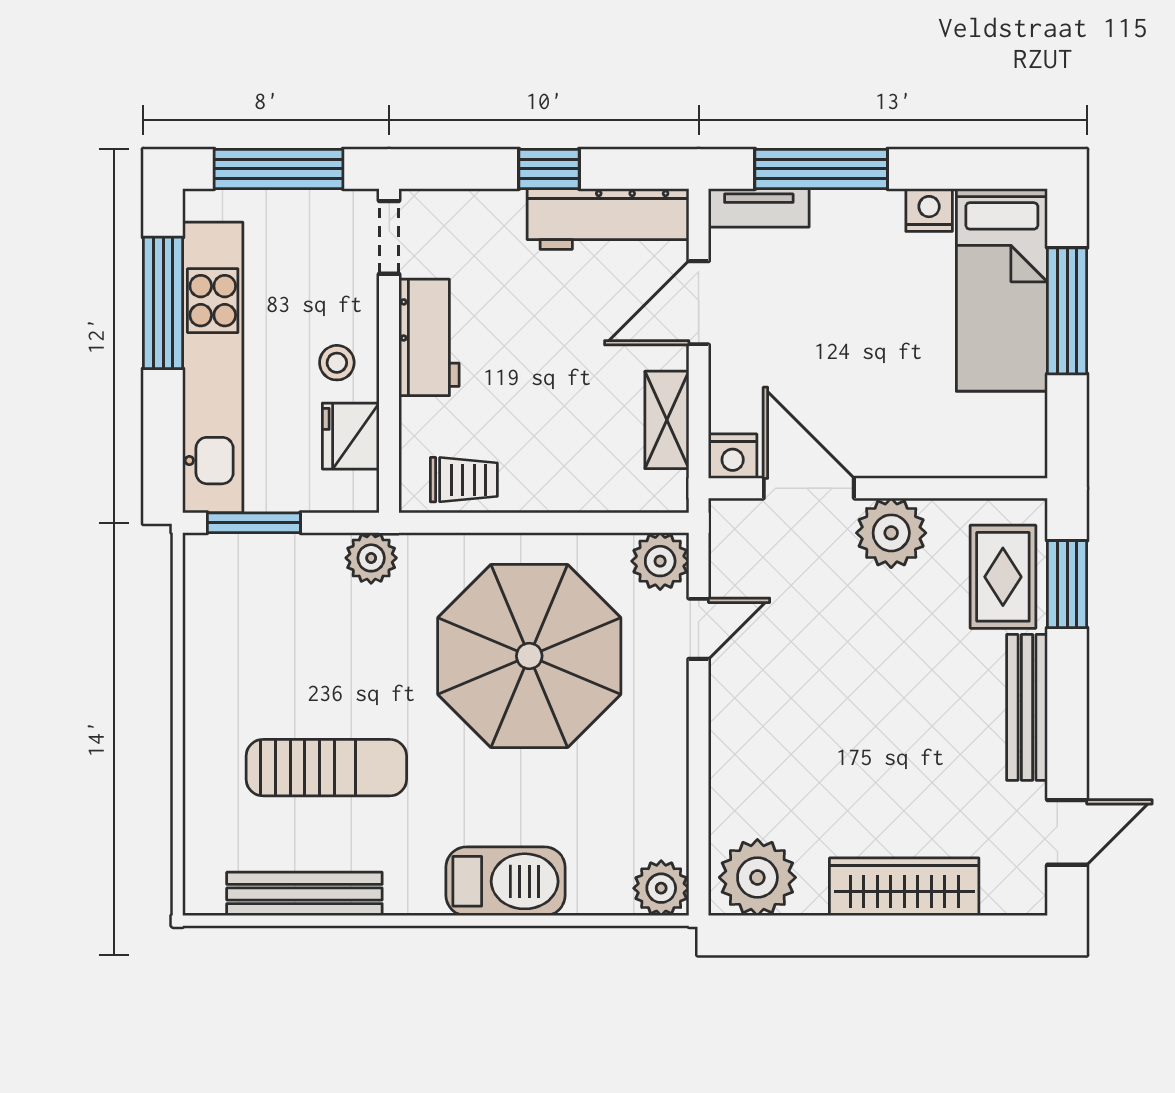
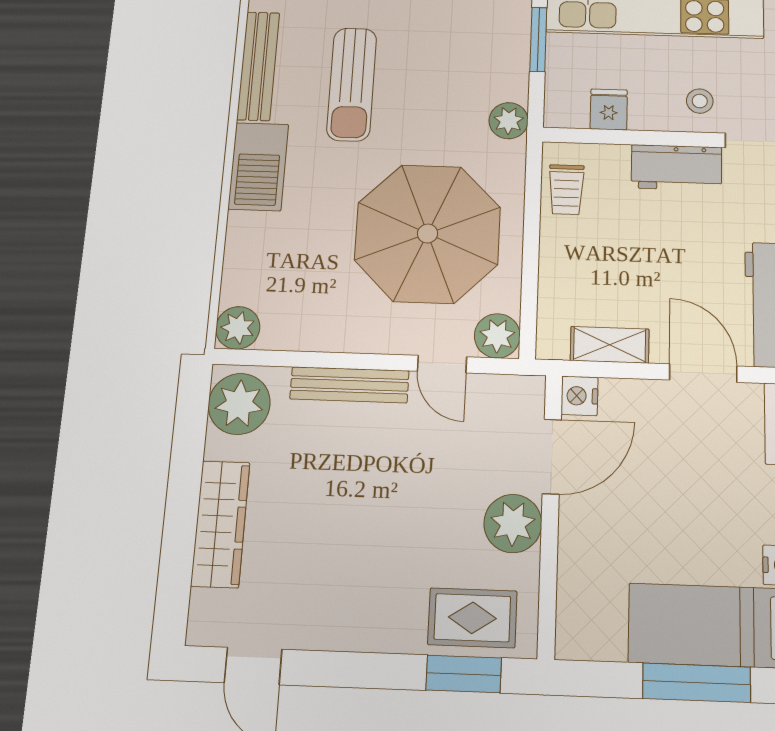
stool: (337, 363) -> (700, 101), moved
fridge: (351, 436) -> (609, 109), width x0.72
bench: (1027, 707) -> (349, 385), moved
barbecue: (506, 881) -> (258, 167), moved

